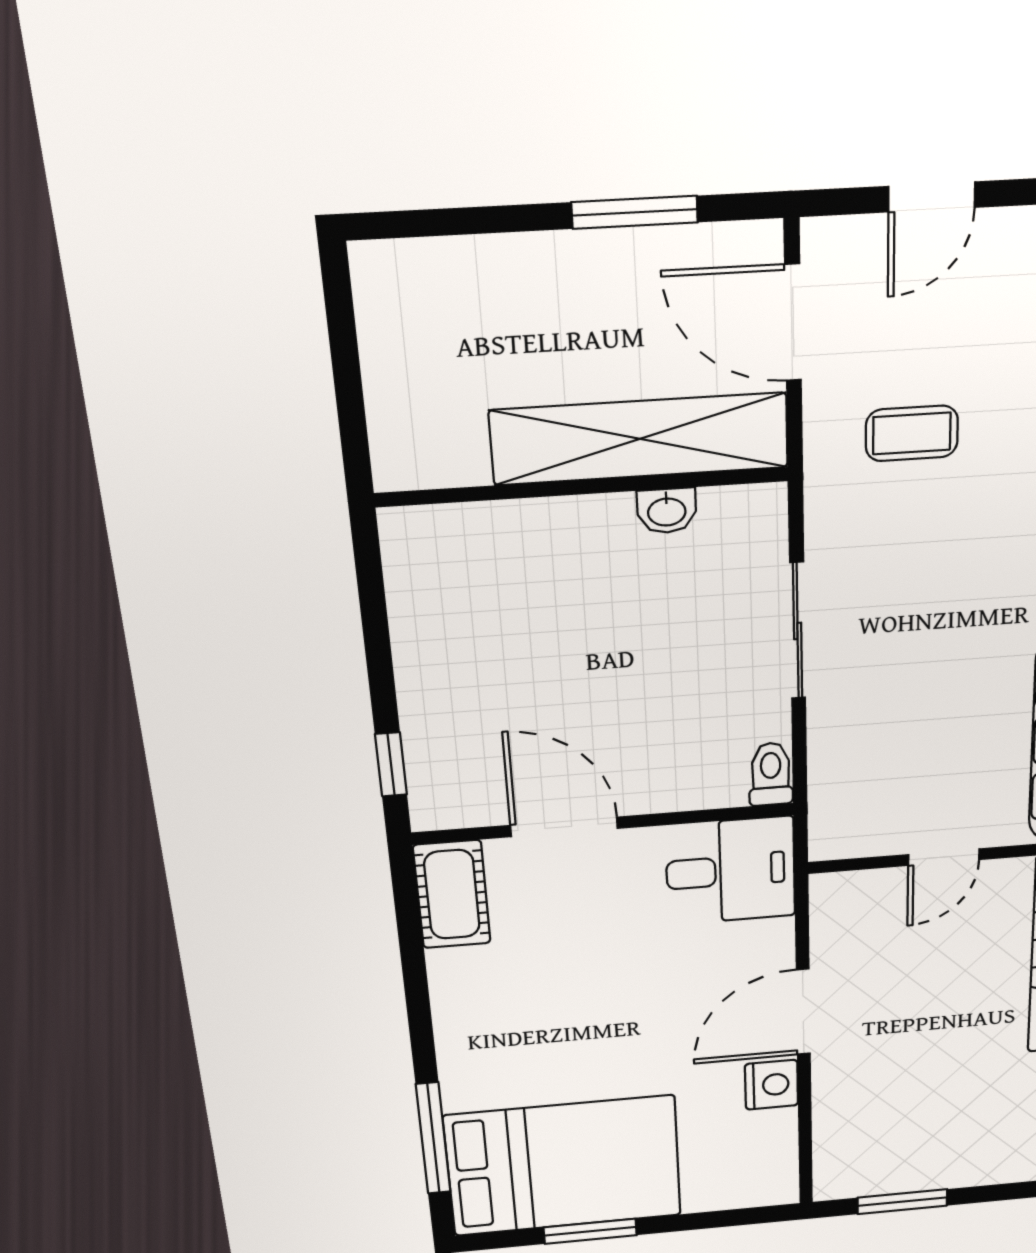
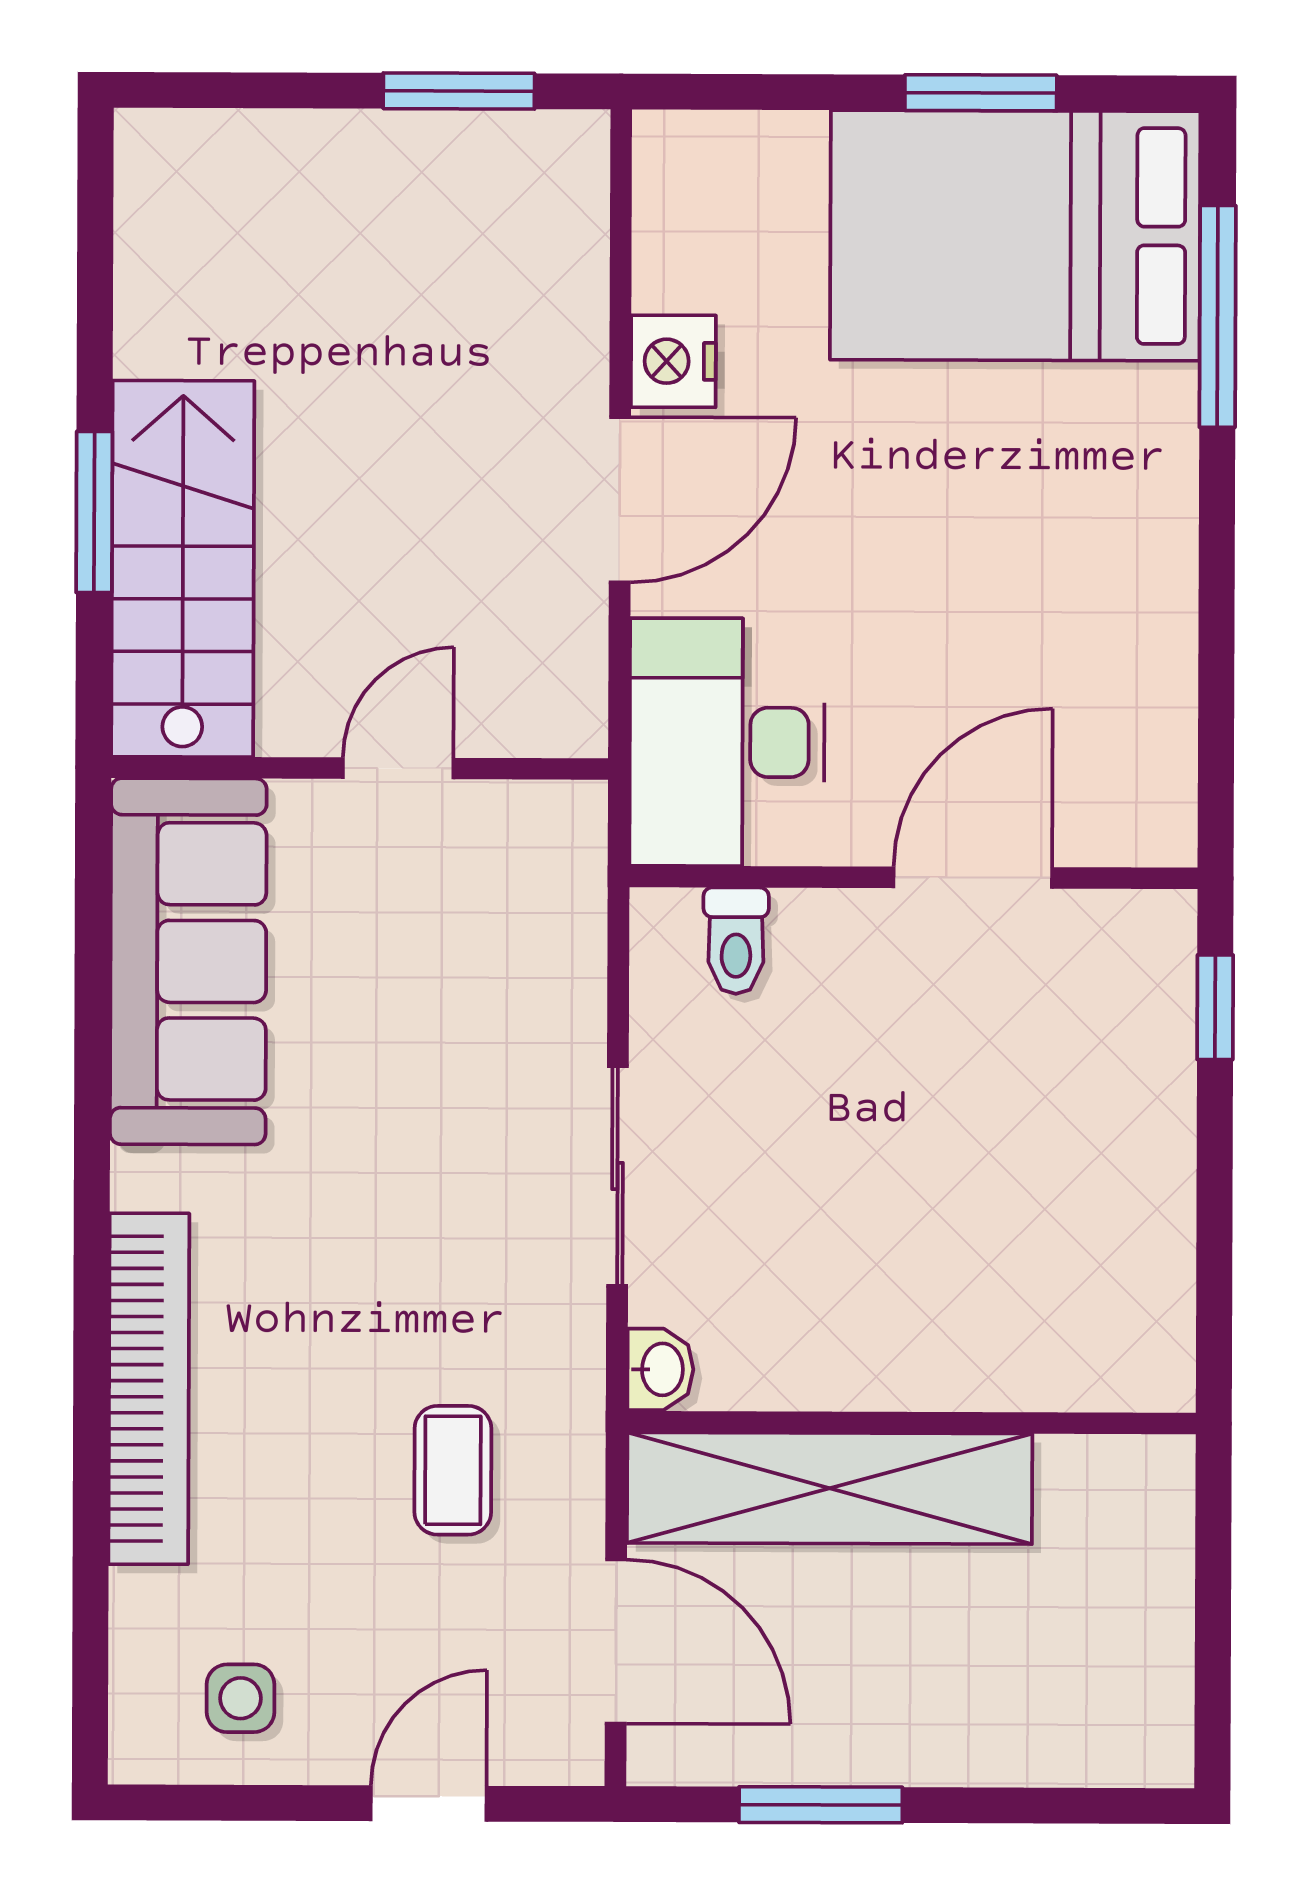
coffee table: (912, 433) -> (453, 1470), turned 90
washbasin: (667, 511) -> (660, 1369), moved, turned 90
toilet: (771, 774) -> (736, 941), moved
door: (564, 827) -> (973, 878), swing flipped
desk: (731, 871) -> (727, 742), width x1.37
cot: (452, 894) -> (1148, 775), removed

